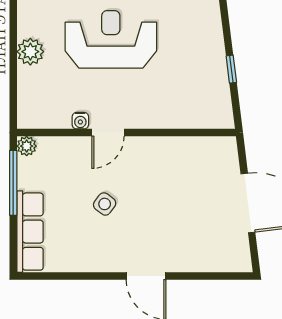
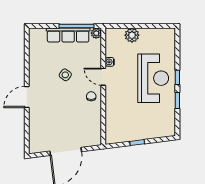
plant: (30, 52) -> (132, 35), moved
chair: (145, 155) -> (91, 96), added
row of seats: (30, 232) -> (68, 35), moved

